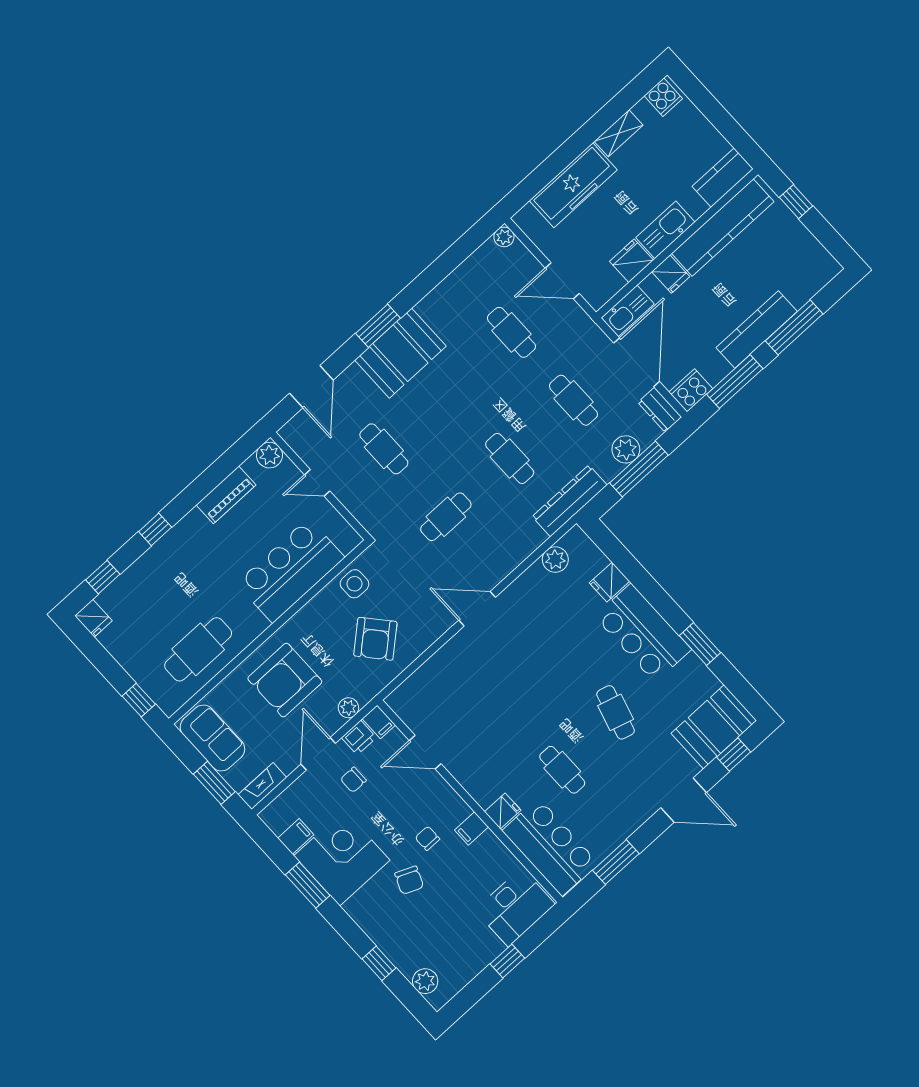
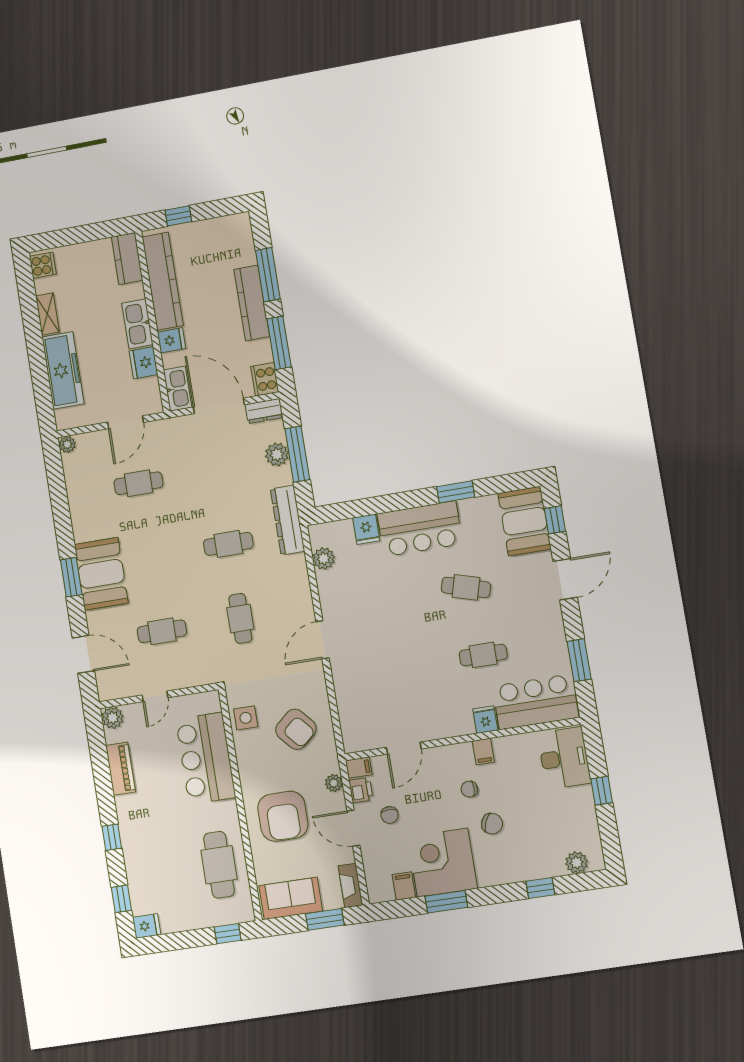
cafe table: (573, 400) -> (216, 470), removed

